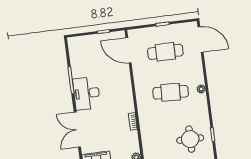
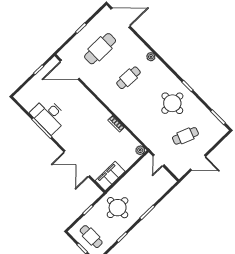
cafe table: (171, 92) -> (129, 78), width x0.73, depth x0.74
desk: (87, 93) -> (49, 116), moved

